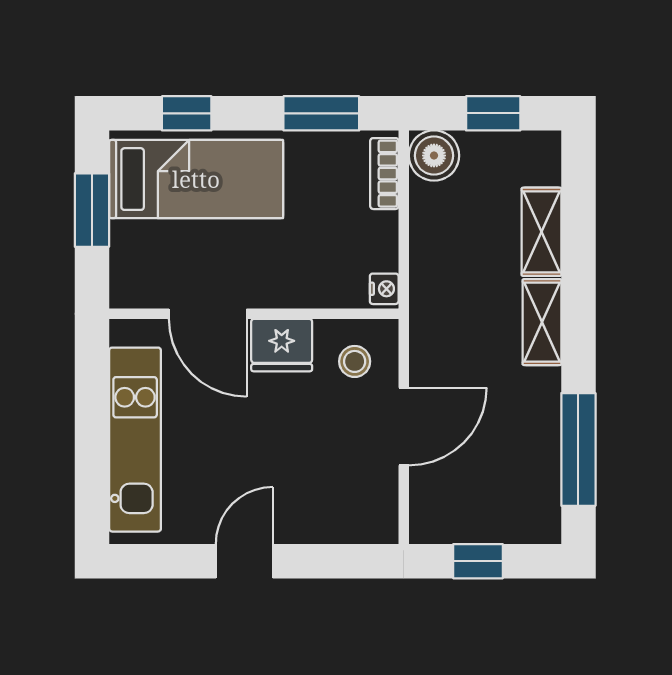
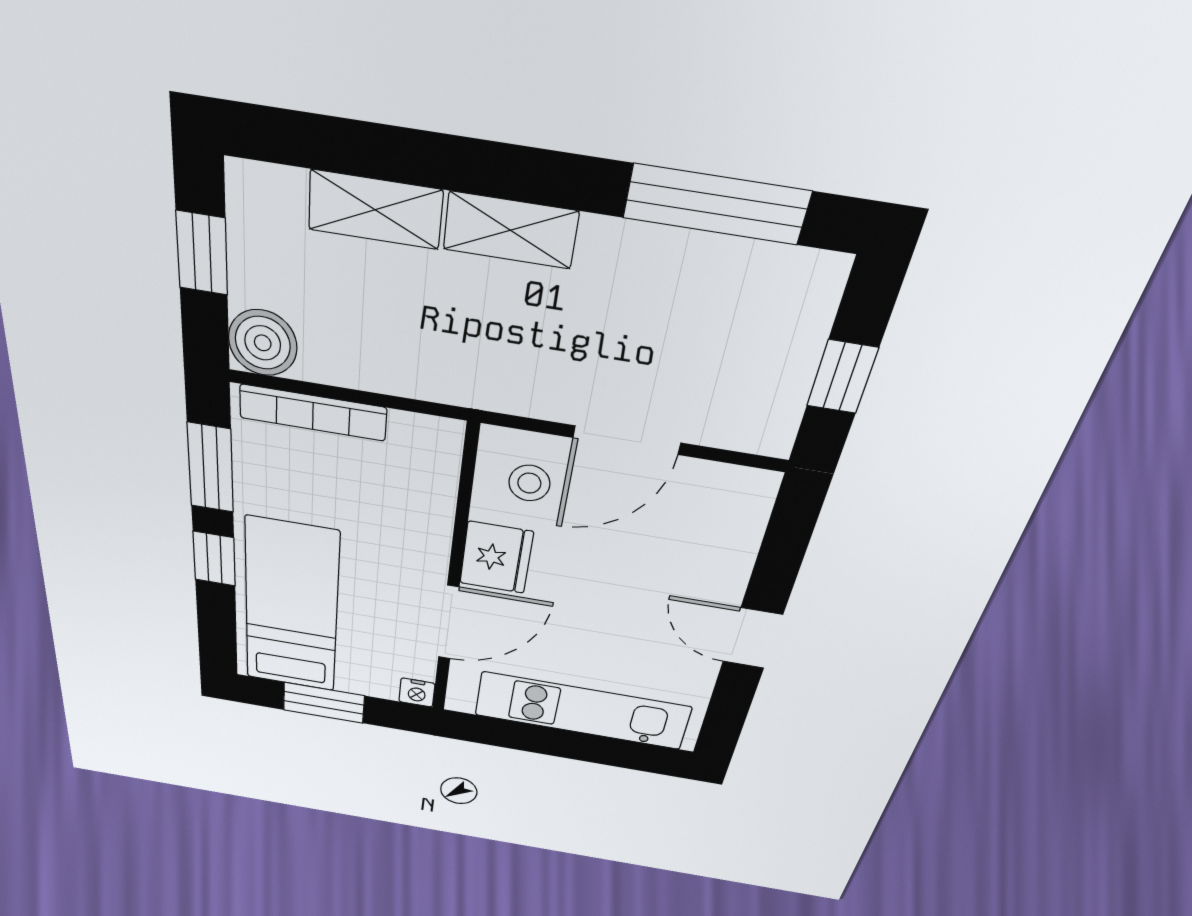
window: (187, 113) -> (214, 559), moved
bookcase: (384, 174) -> (313, 413), width x1.56
nightstand: (384, 289) -> (417, 693), moved, turned 180
door: (404, 426) -> (627, 440), swing flipped

